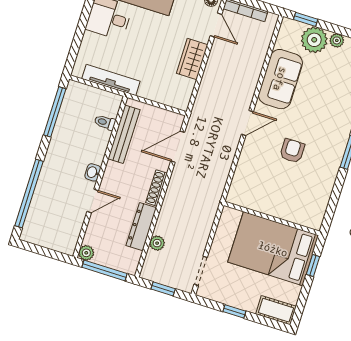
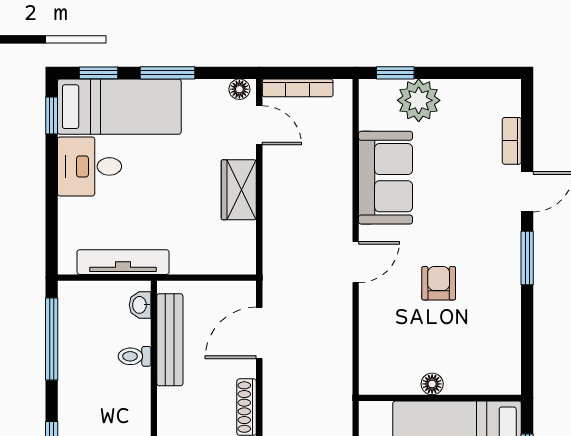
plant: (337, 40) -> (454, 90), removed
toilet: (105, 122) -> (135, 356), moved
washbasin: (93, 172) -> (140, 305), moved
floor lamp: (270, 209) -> (432, 384), added

